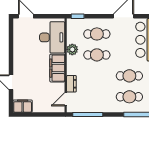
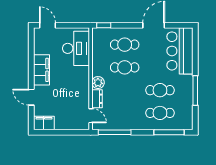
plant: (72, 49) -> (98, 83), moved
filing cabinet: (57, 68) -> (42, 70), moved, turned 180
door: (66, 99) -> (91, 116), swing flipped

